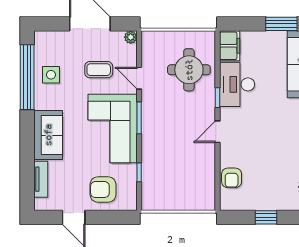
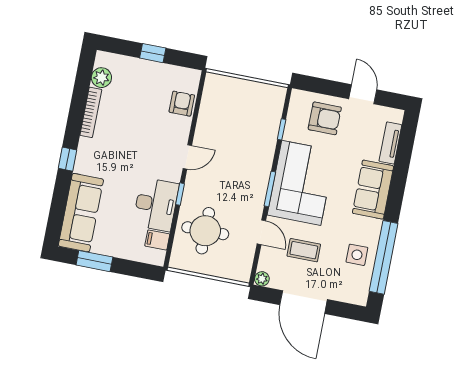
filing cabinet: (230, 46) -> (157, 240), width x0.50

